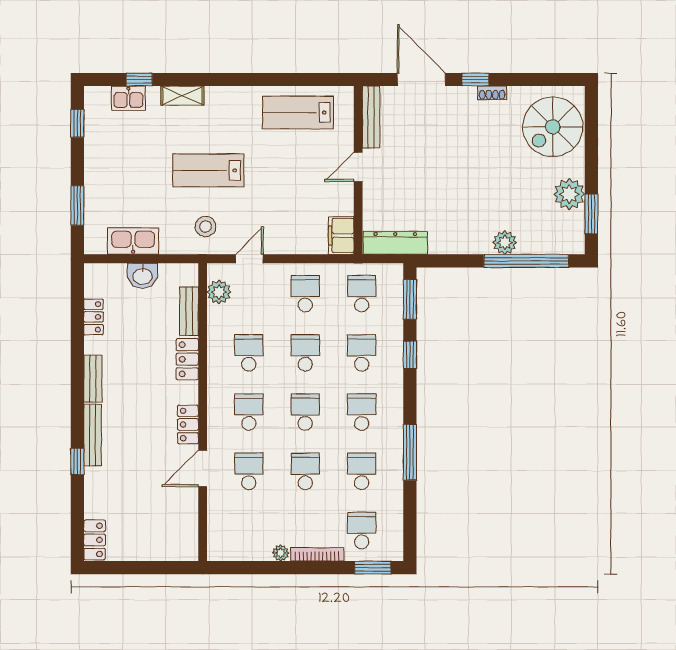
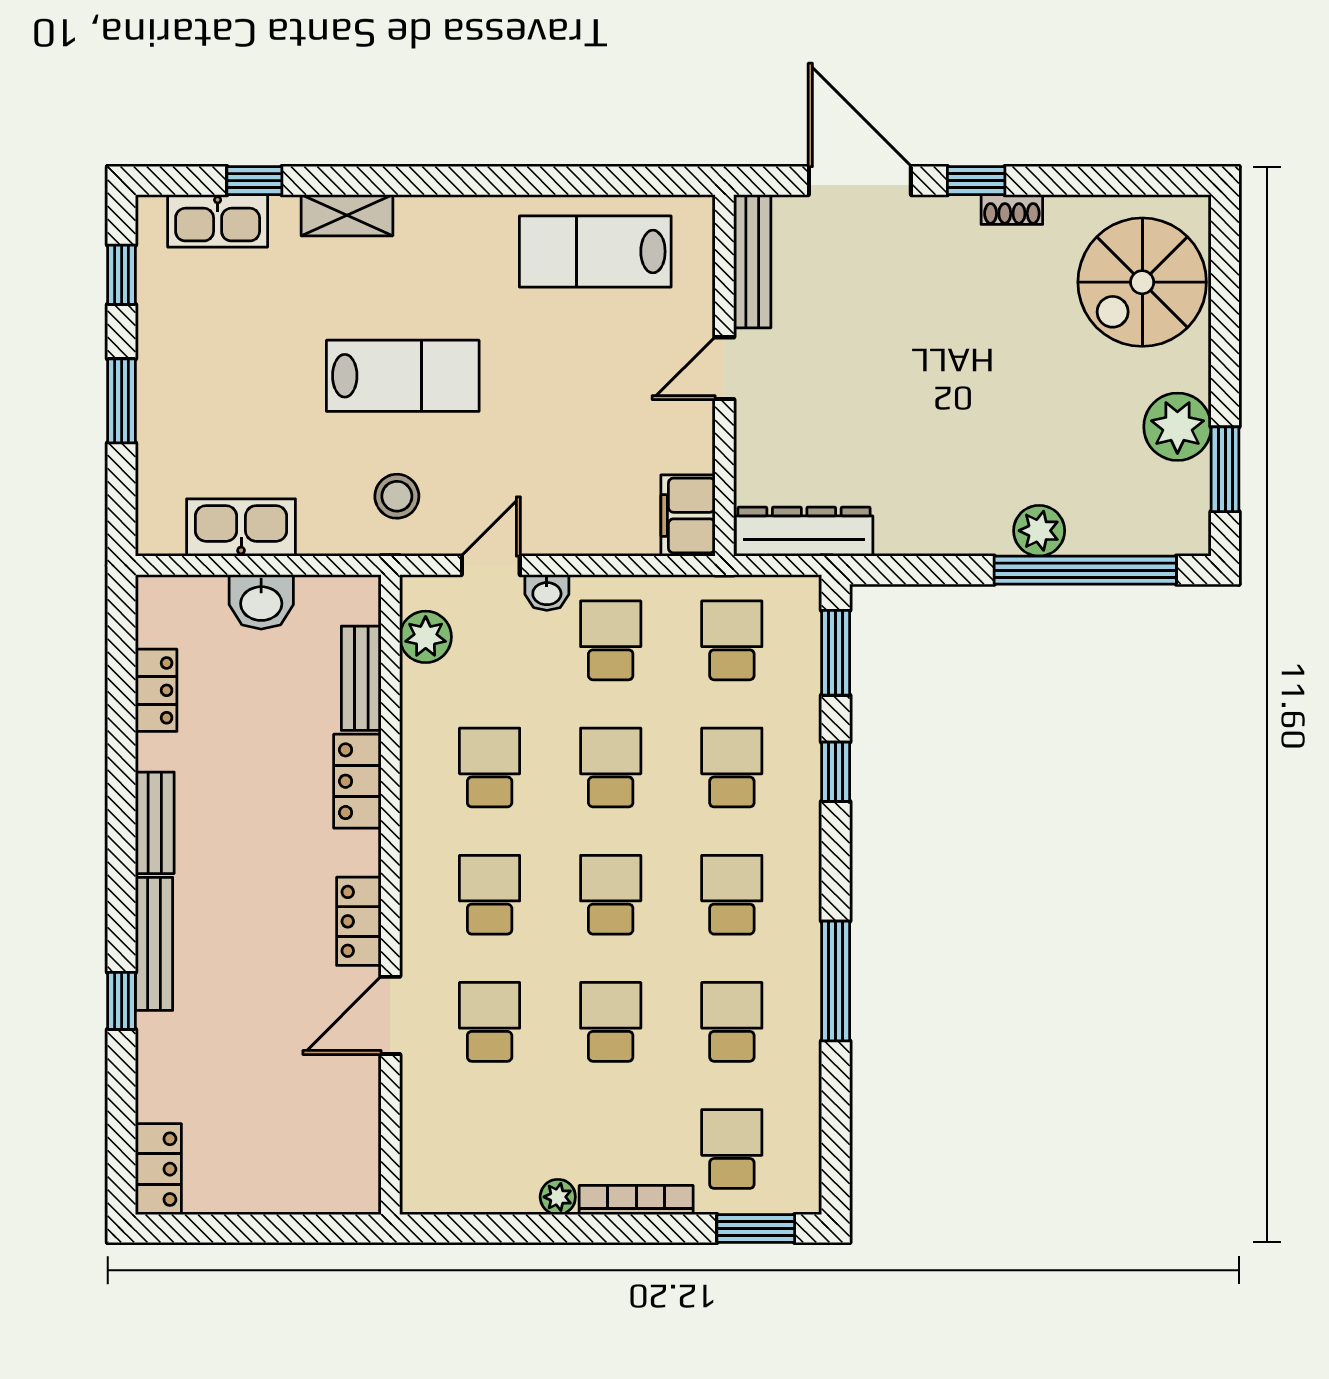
kitchen sink: (128, 98) -> (218, 221), width x1.38
lab bench: (208, 170) -> (403, 376), turned 180
window: (77, 205) -> (122, 401), moved
washbasin: (275, 271) -> (547, 593), added

